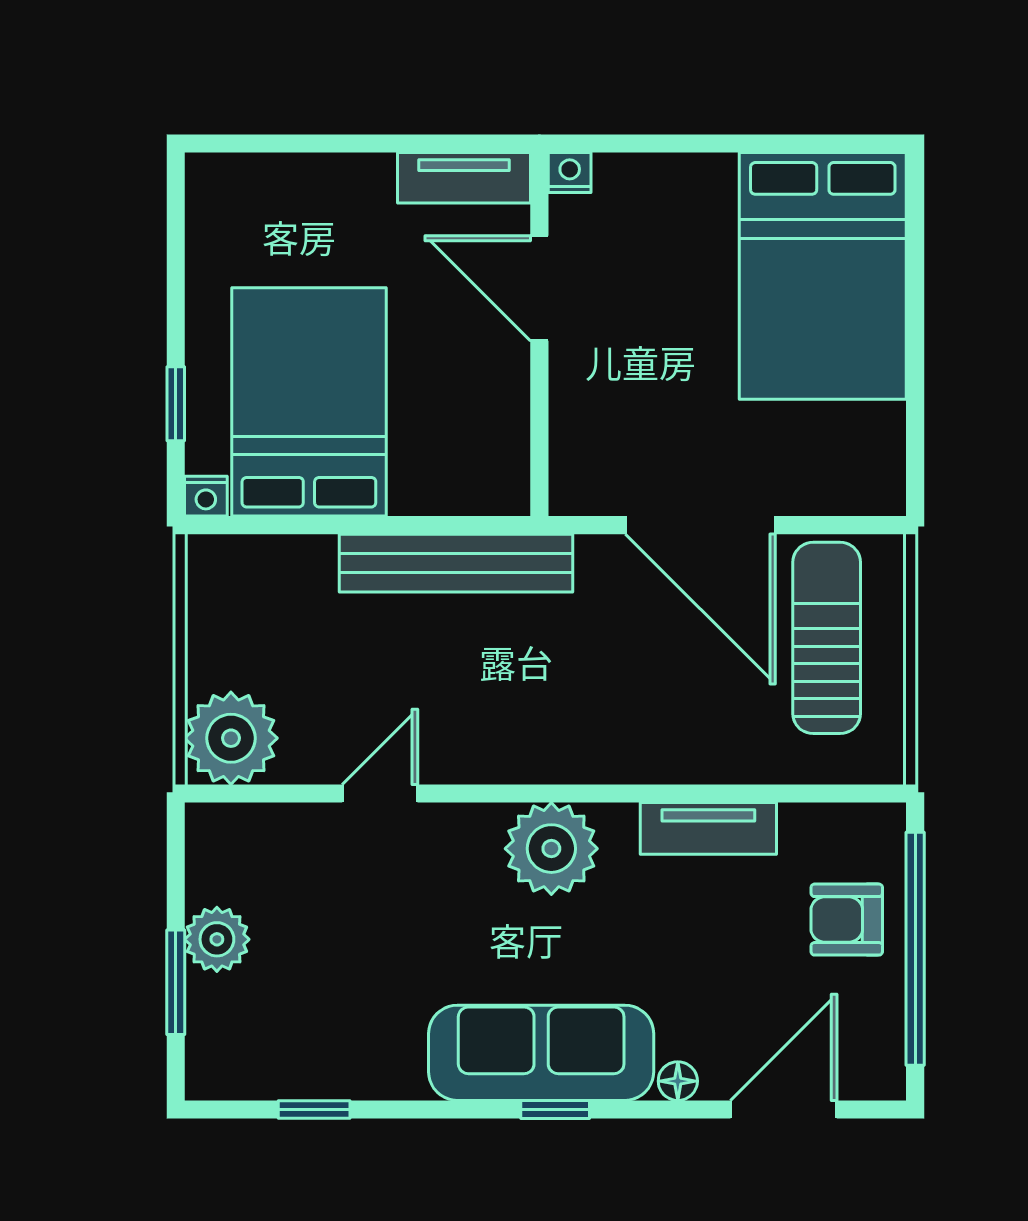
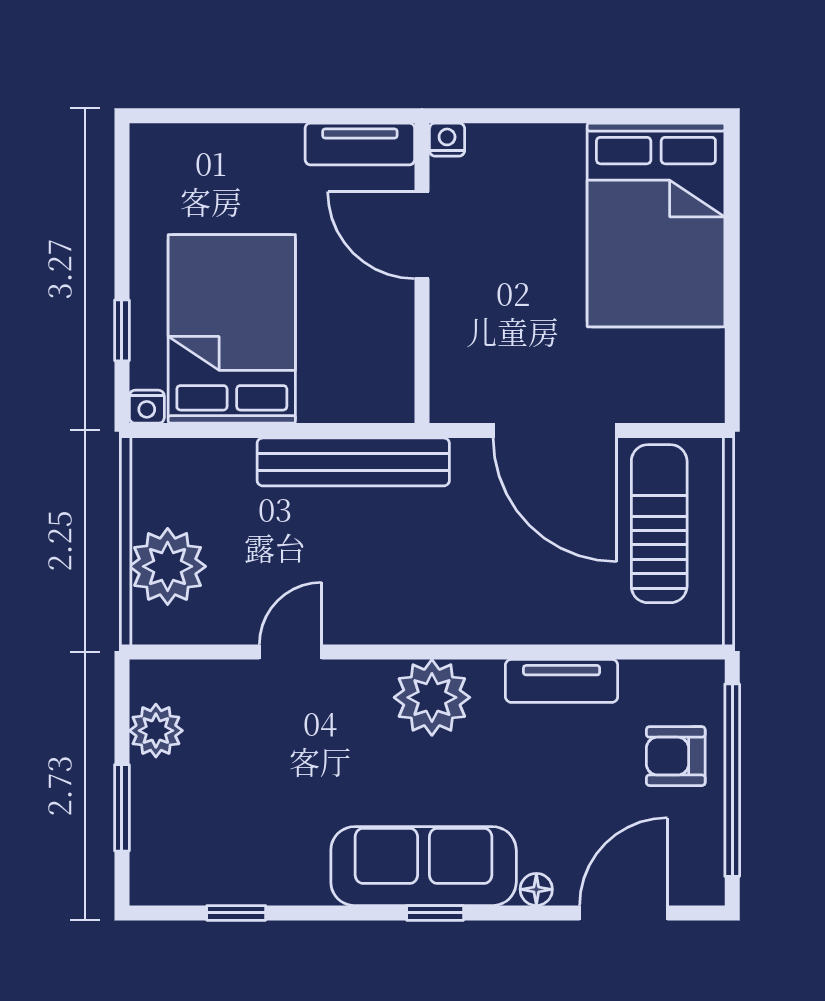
plant: (231, 738) -> (168, 566), moved
plant: (217, 939) -> (156, 731), moved

